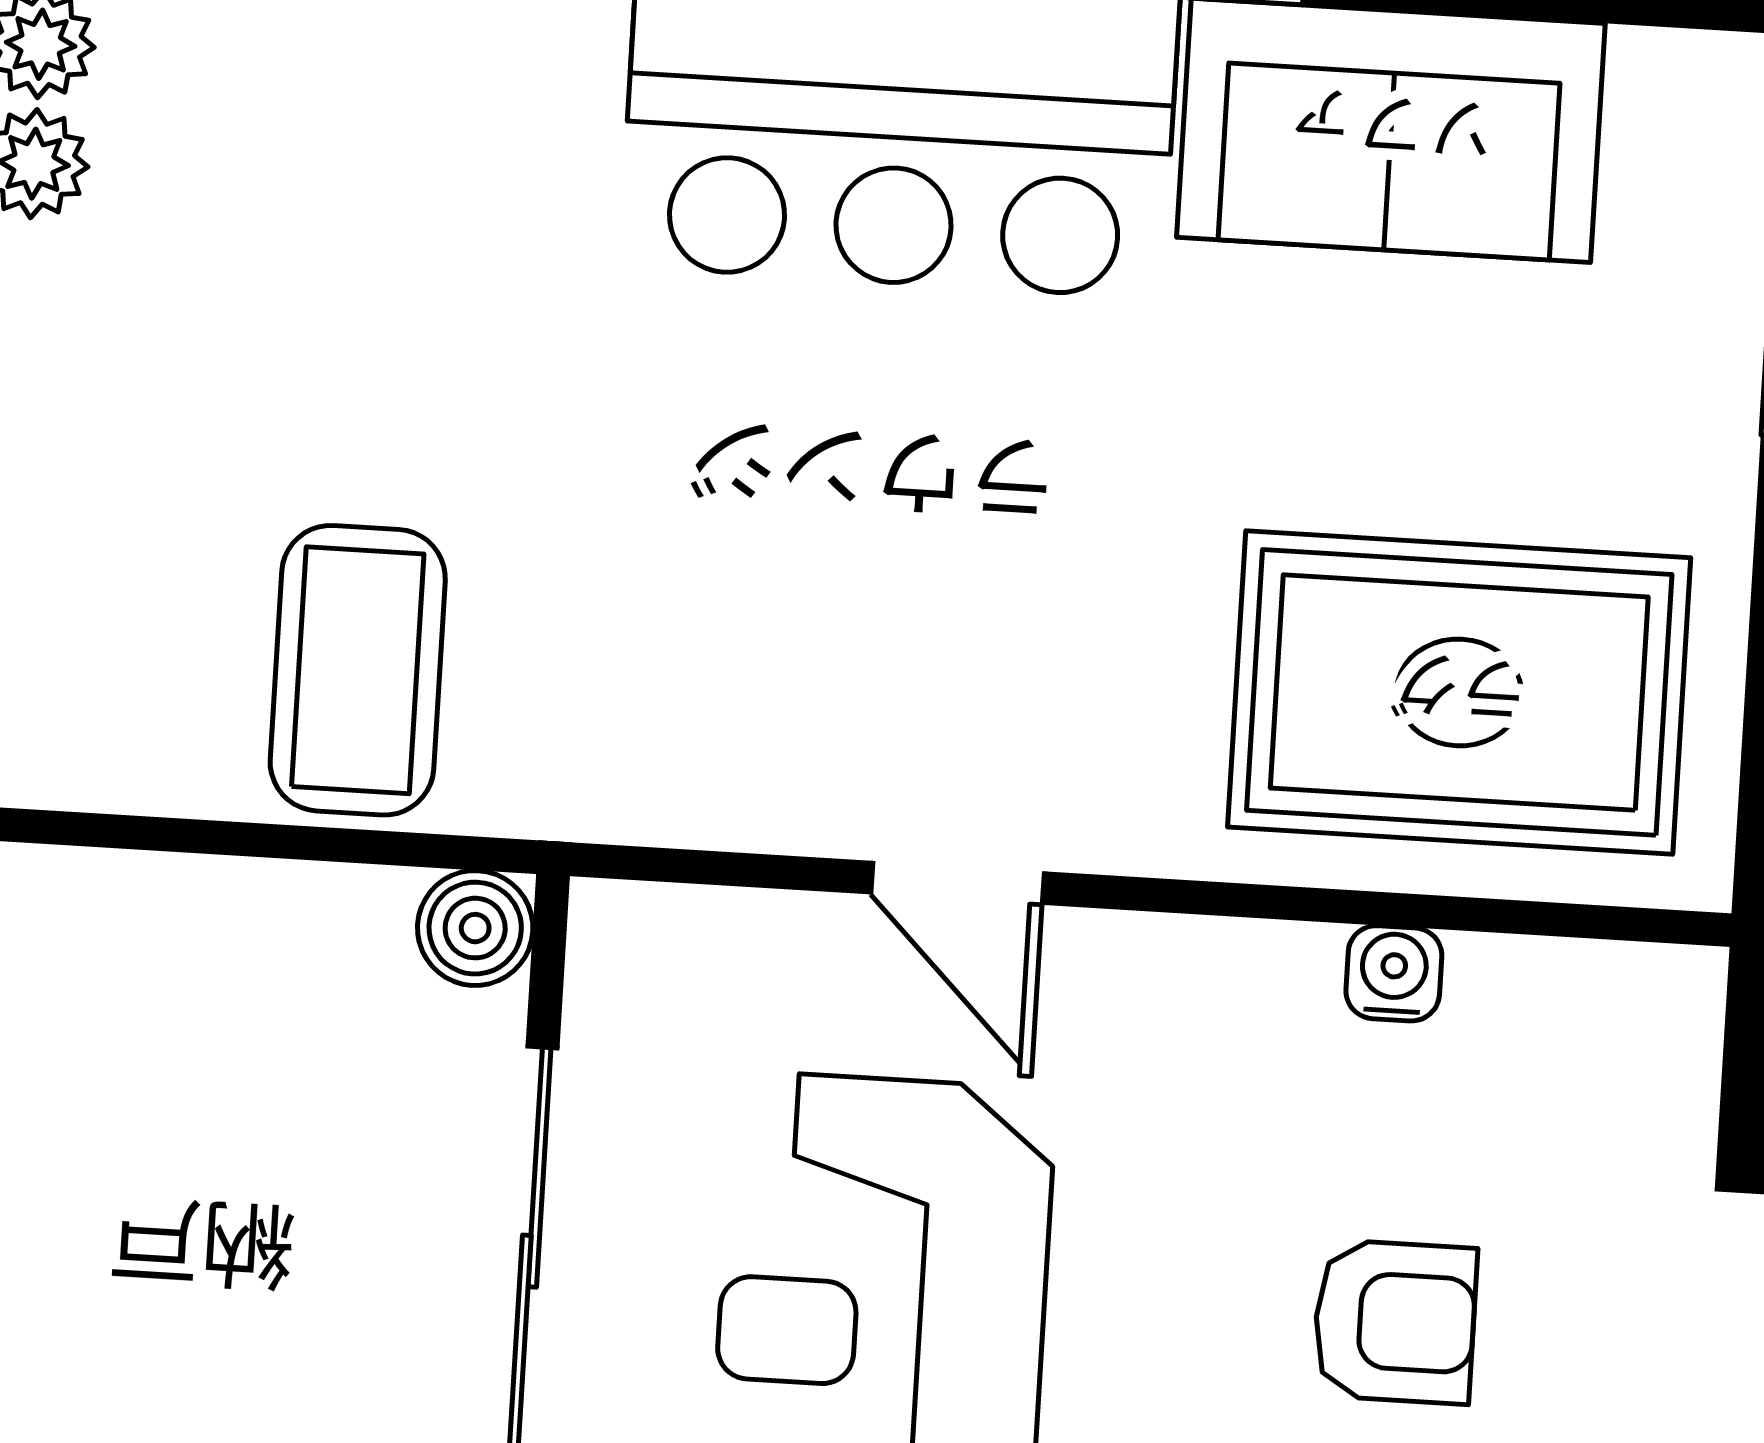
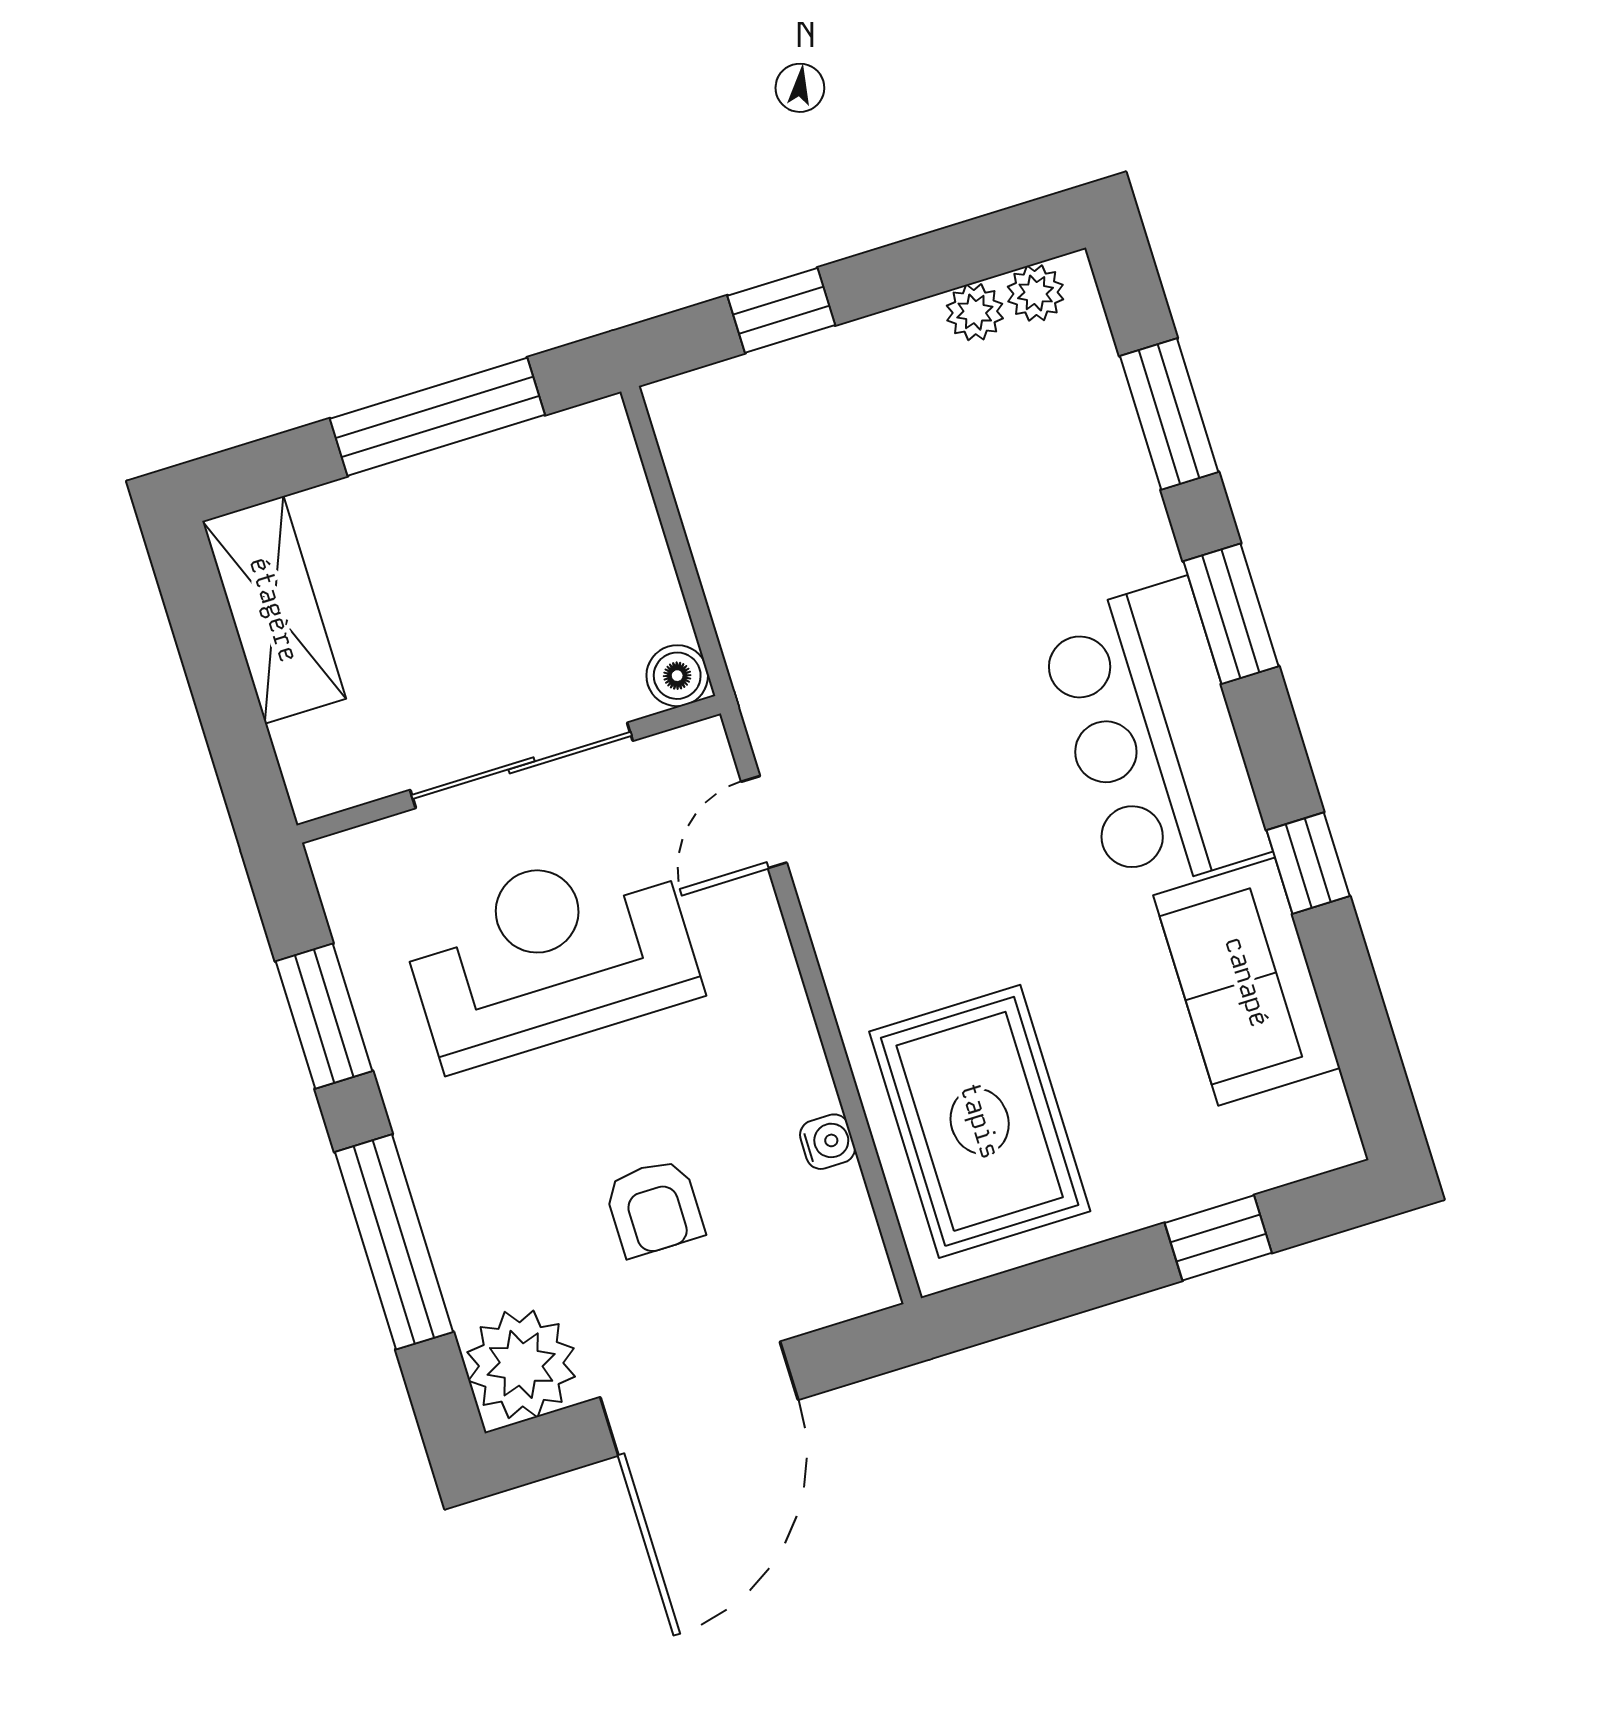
coffee table: (358, 670) -> (783, 569), removed
door: (957, 883) -> (764, 822), moved

